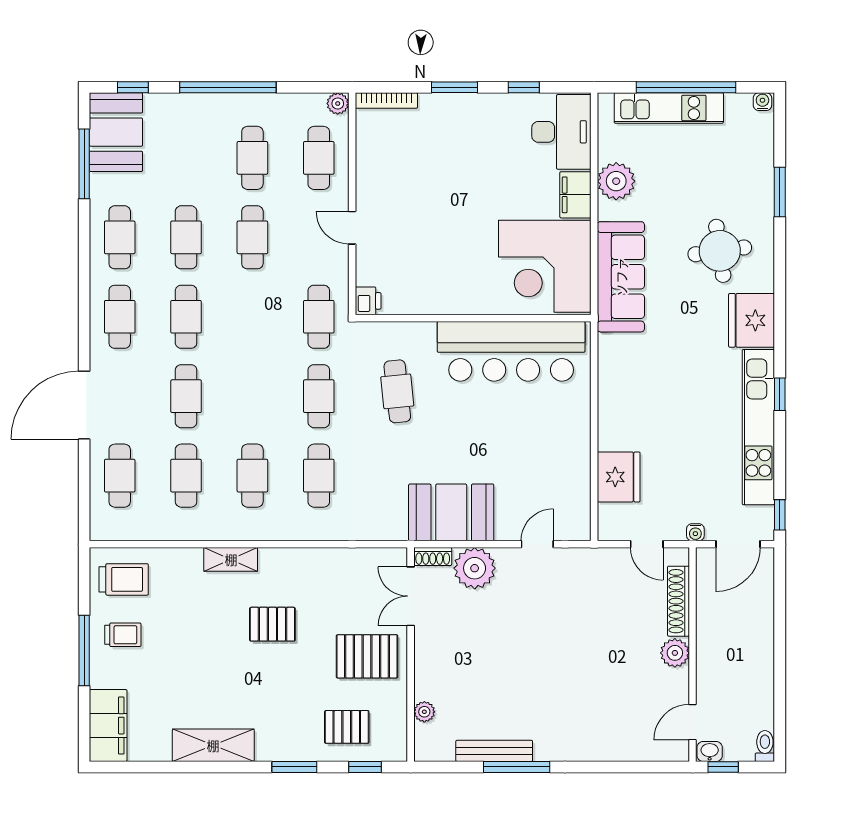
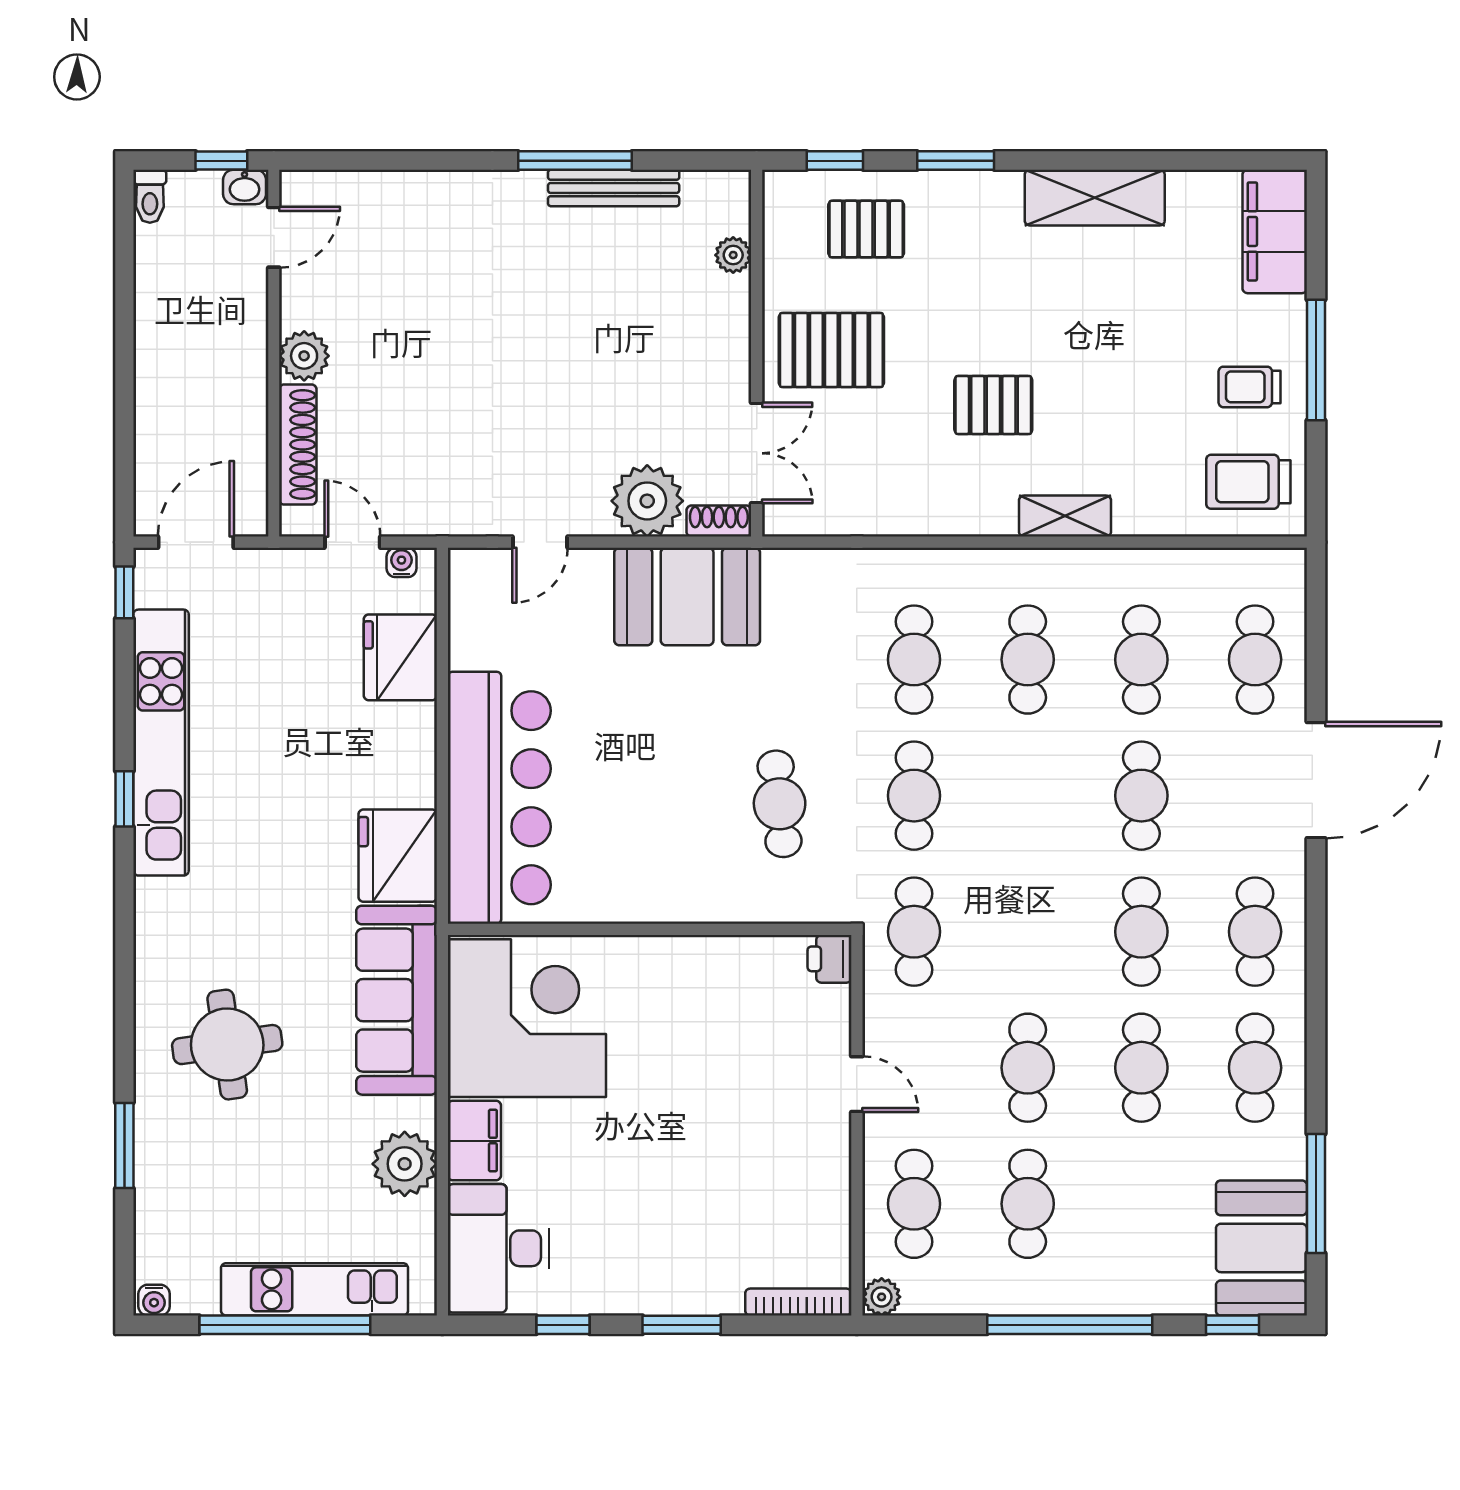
fridge: (752, 320) -> (398, 856), moved, turned 180
bar counter: (511, 351) -> (499, 798), moved, turned 90
water cooler: (695, 532) -> (401, 562), moved

